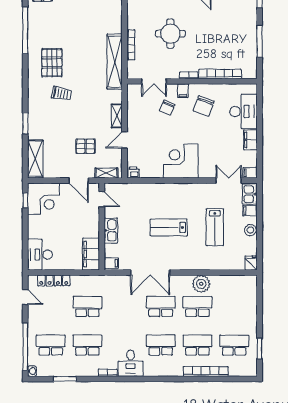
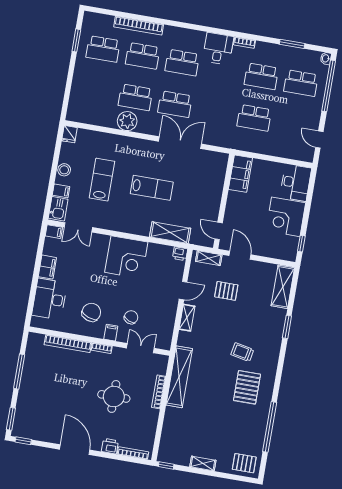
shelving: (145, 190) -> (170, 233), added
corner desk: (43, 199) -> (286, 217), moved, turned -90
kitchen sink: (111, 230) -> (215, 195), removed
filing cabinet: (111, 263) -> (220, 160), removed
locker: (54, 280) -> (286, 152), removed

